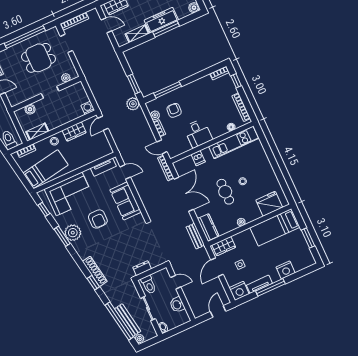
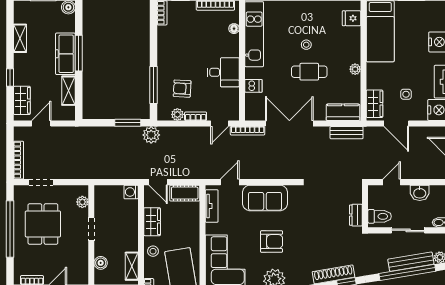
cot: (104, 145) -> (185, 193), added
fridge: (269, 204) -> (352, 18), width x0.53, depth x0.75

